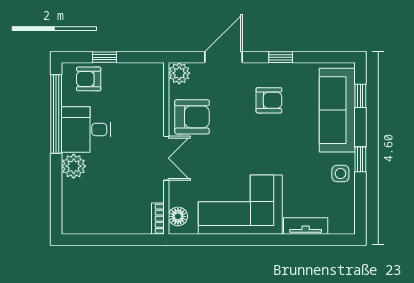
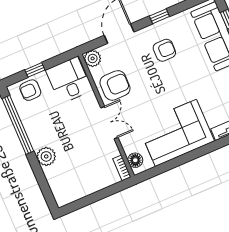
desk: (86, 129) -> (69, 80), moved, turned 90

